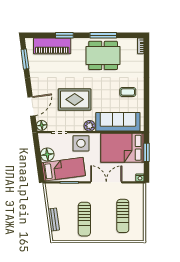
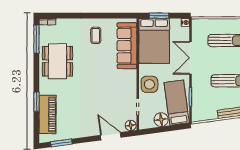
window: (103, 35) -> (36, 39), moved
rug: (75, 99) -> (104, 91), removed
plant: (90, 126) -> (131, 75), removed

